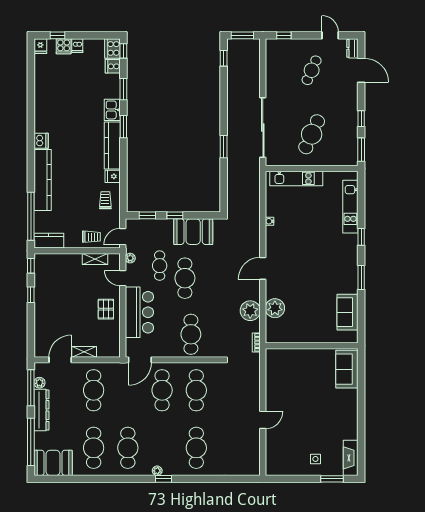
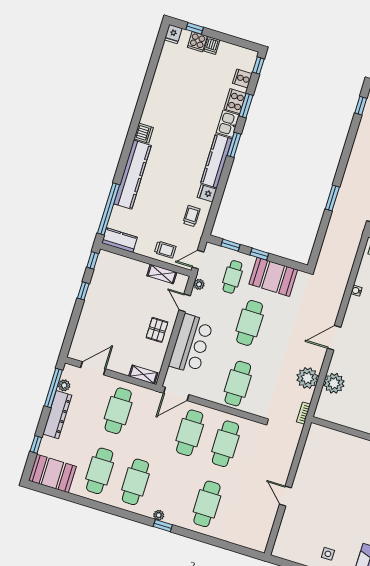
cooker: (113, 48) -> (235, 101), moved
cafe table: (160, 266) -> (232, 277), moved
shelving: (84, 352) -> (143, 375), moved
door: (263, 420) -> (285, 496), swing flipped
window: (31, 442) -> (36, 444), width x0.32

